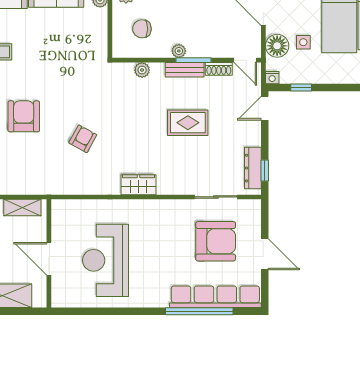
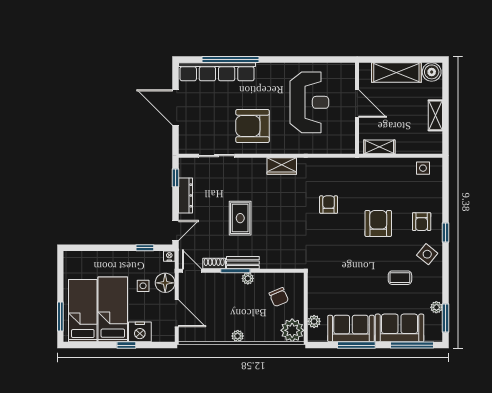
chair: (142, 29) -> (279, 297), turned 67
plant: (142, 70) -> (279, 262), removed
armchair: (24, 116) -> (378, 223), turned 180
rug: (188, 123) -> (240, 218), turned 90
armchair: (83, 139) -> (329, 205), turned 151
dresser: (253, 168) -> (185, 195), moved
armchair: (216, 241) -> (253, 126), moved
door: (265, 254) -> (175, 107), width x1.36

